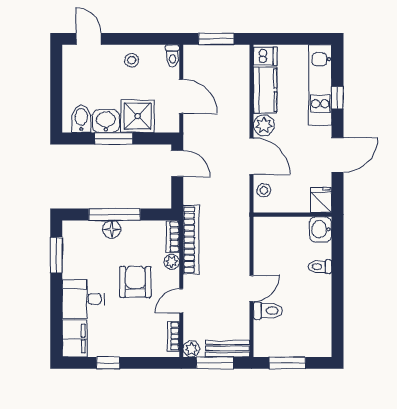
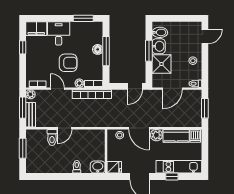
door: (252, 156) -> (139, 128), hinge flipped
door: (252, 288) -> (64, 128), hinge flipped

